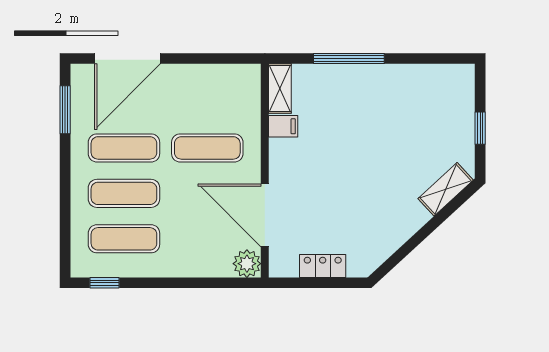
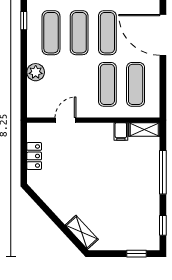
window: (434, 59) -> (163, 225), added
exercise mat: (207, 103) -> (136, 84), added
window: (480, 128) -> (137, 254), moved
door: (265, 215) -> (66, 120), width x0.53
plant: (247, 264) -> (36, 72), moved

